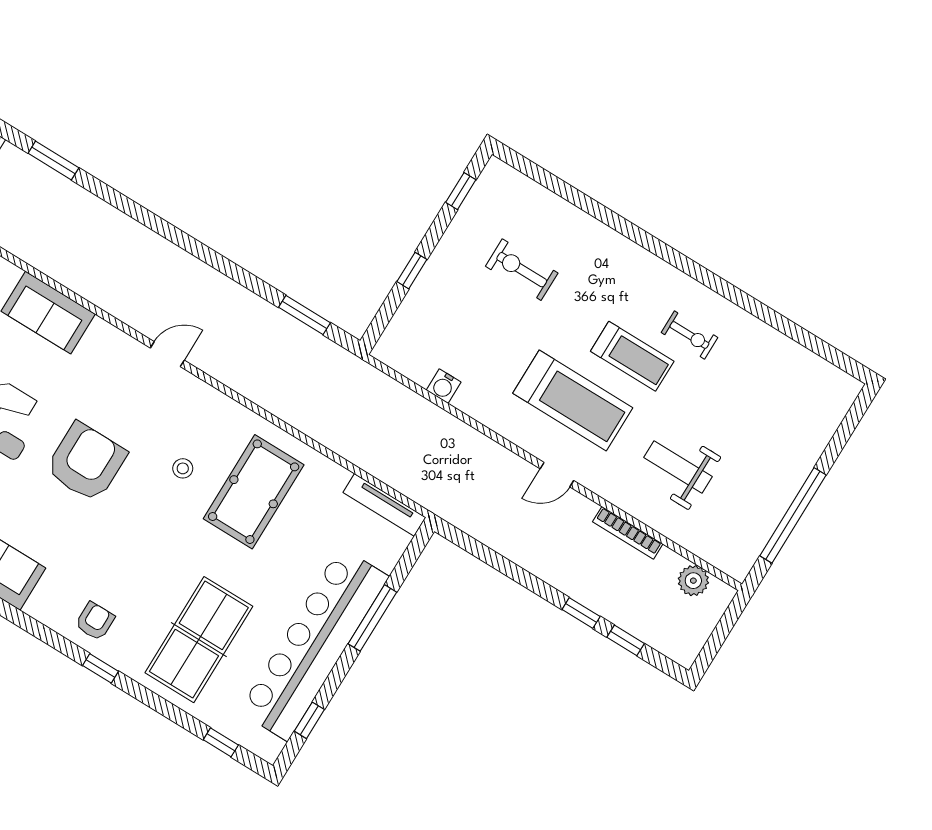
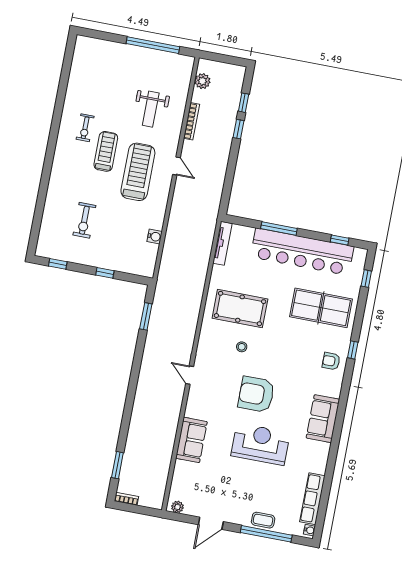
exercise bike: (689, 335) -> (85, 128), turned 180

